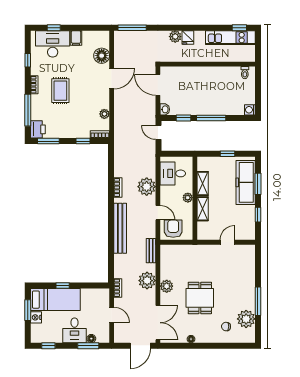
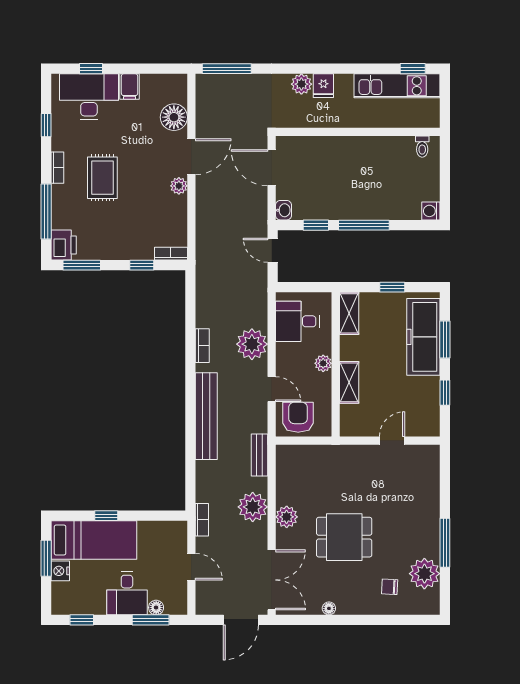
plant: (104, 114) -> (179, 186), moved
shelving: (203, 183) -> (349, 313), moved
dining table: (200, 298) -> (344, 537), turned 90

